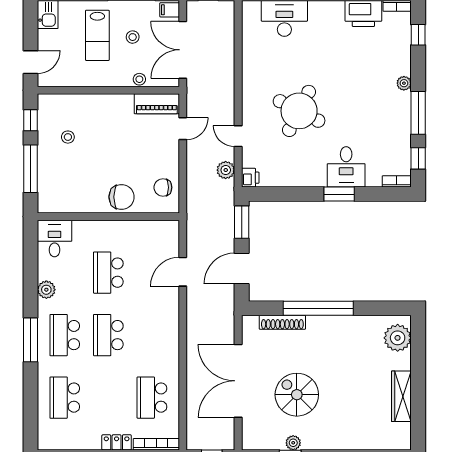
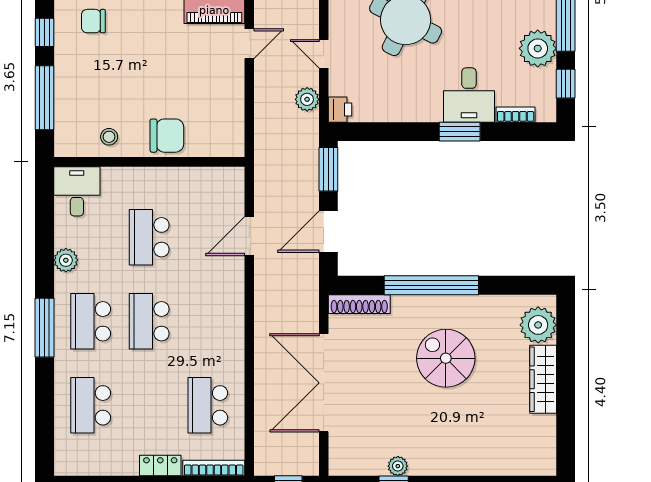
plant: (397, 132) -> (538, 48), added
stool: (68, 137) -> (109, 137), moved
bookcase: (397, 181) -> (516, 115), moved
chair: (163, 187) -> (93, 21), moved
shoe rack: (282, 322) -> (359, 304), moved
spiral stairs: (297, 395) -> (446, 358), moved
wardrobe: (401, 396) -> (543, 379), moved

